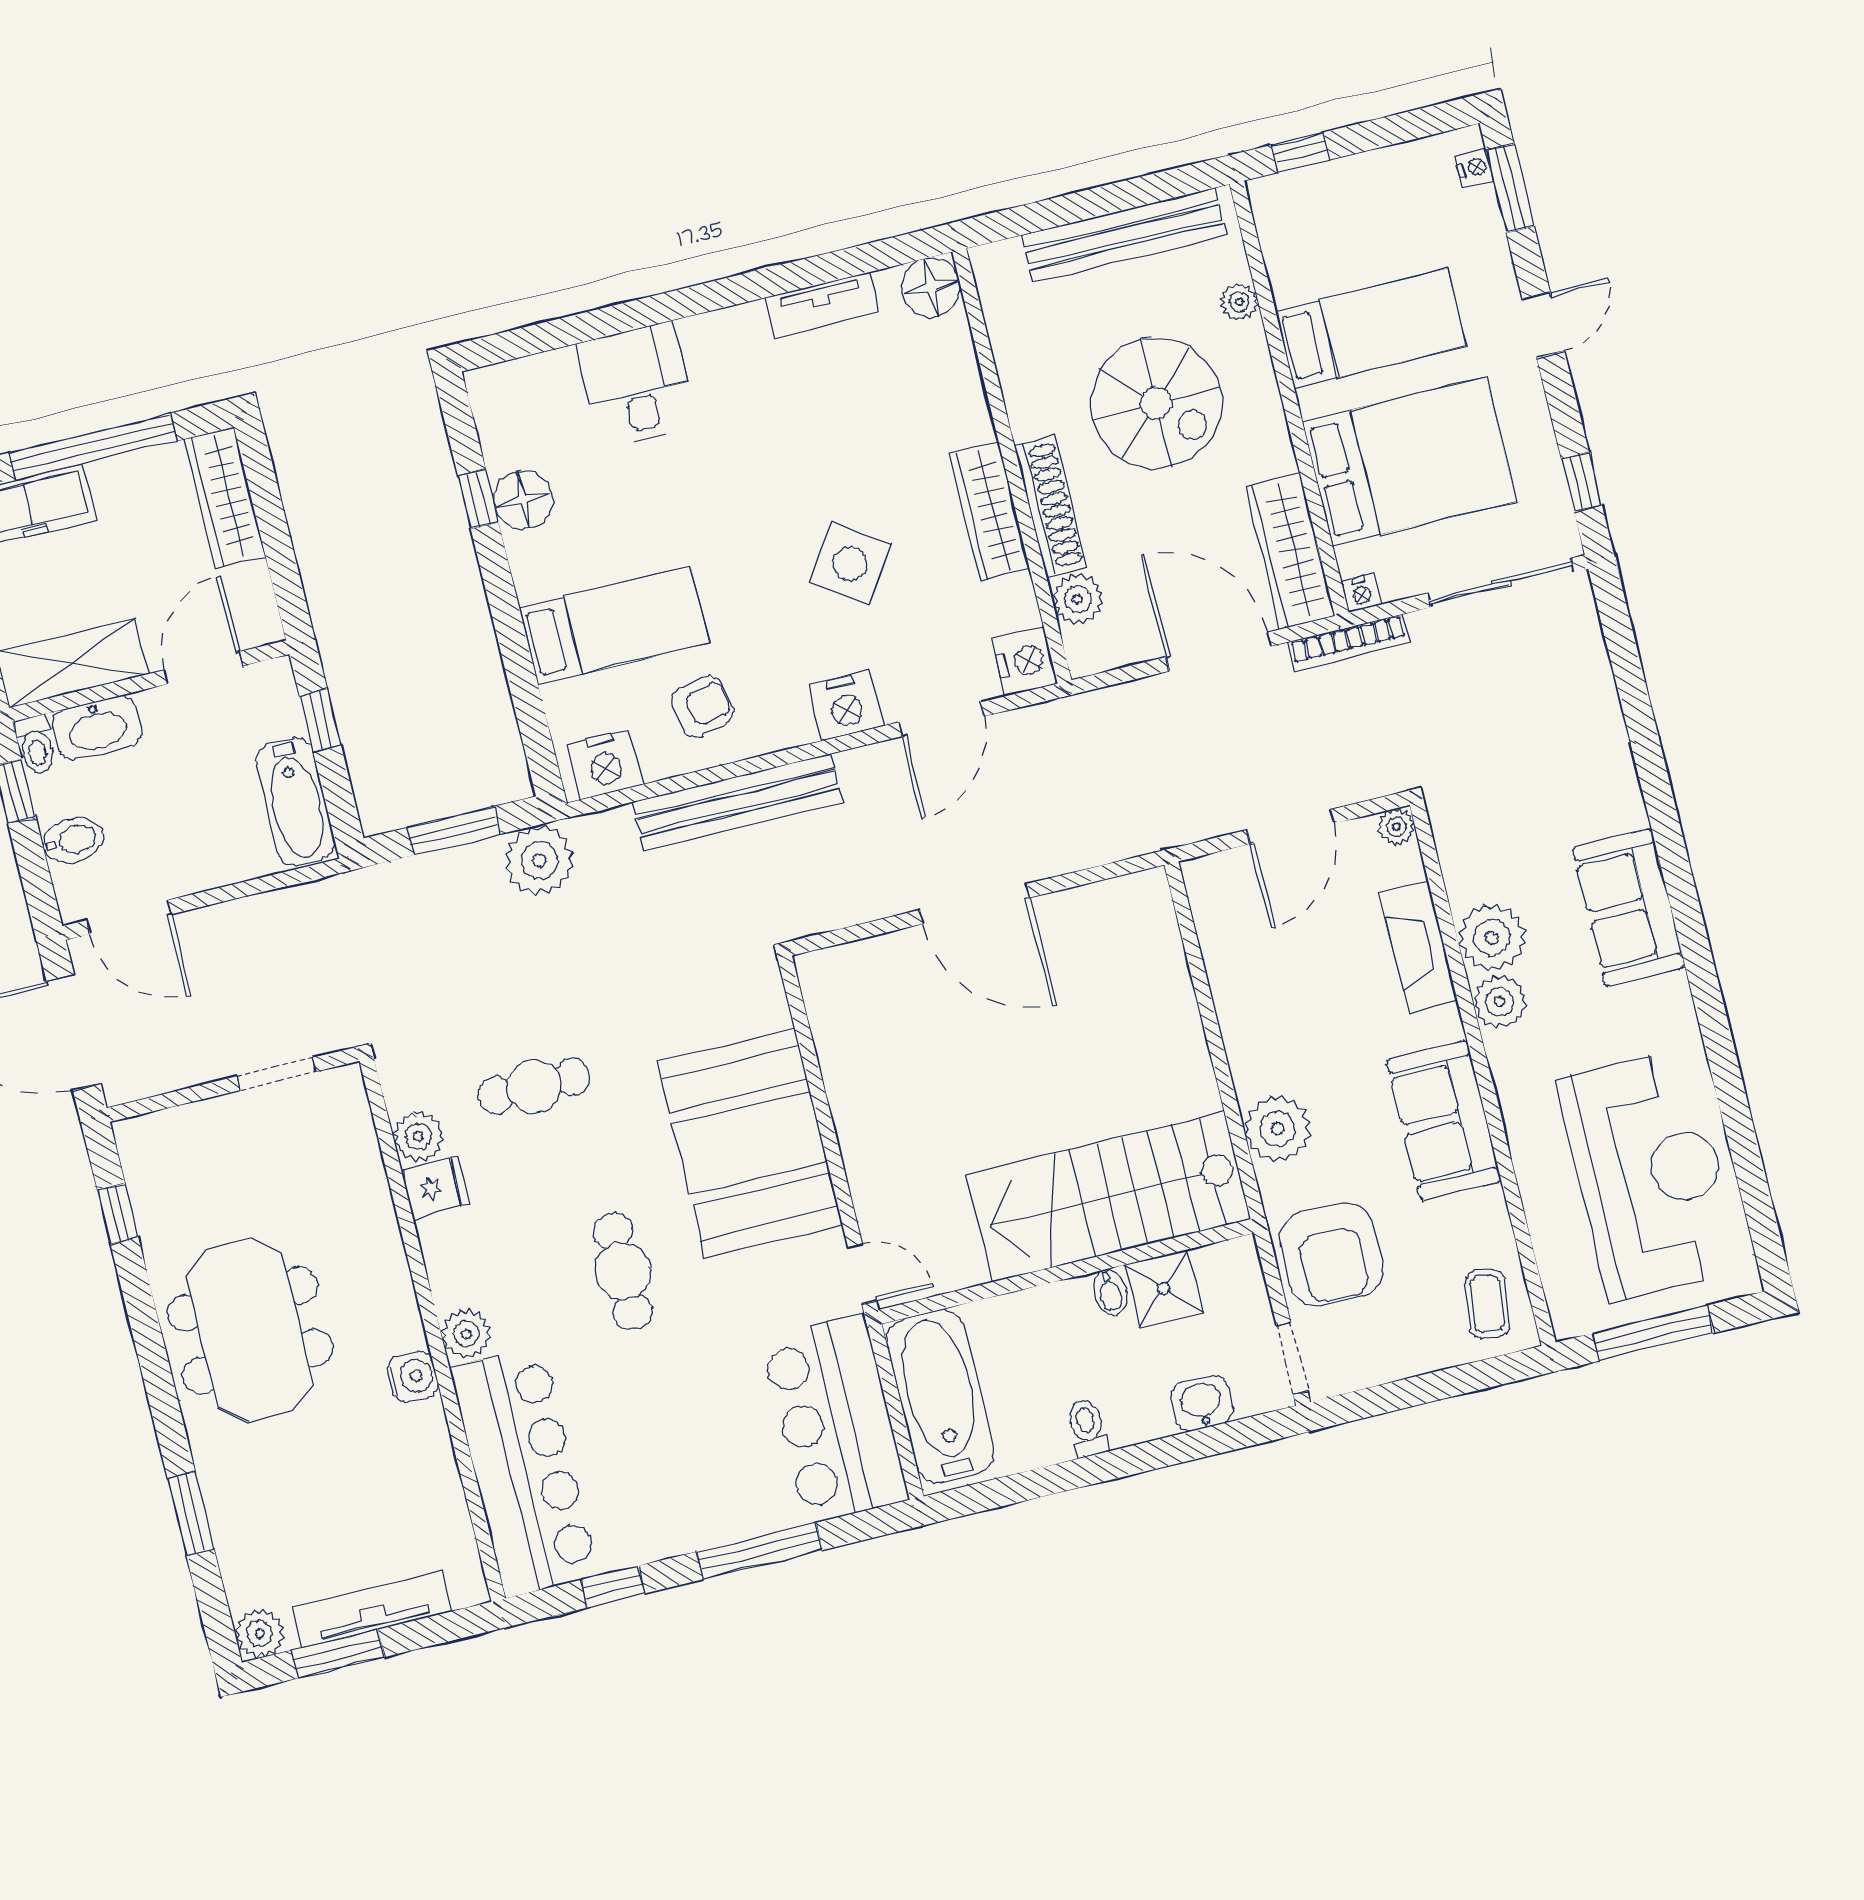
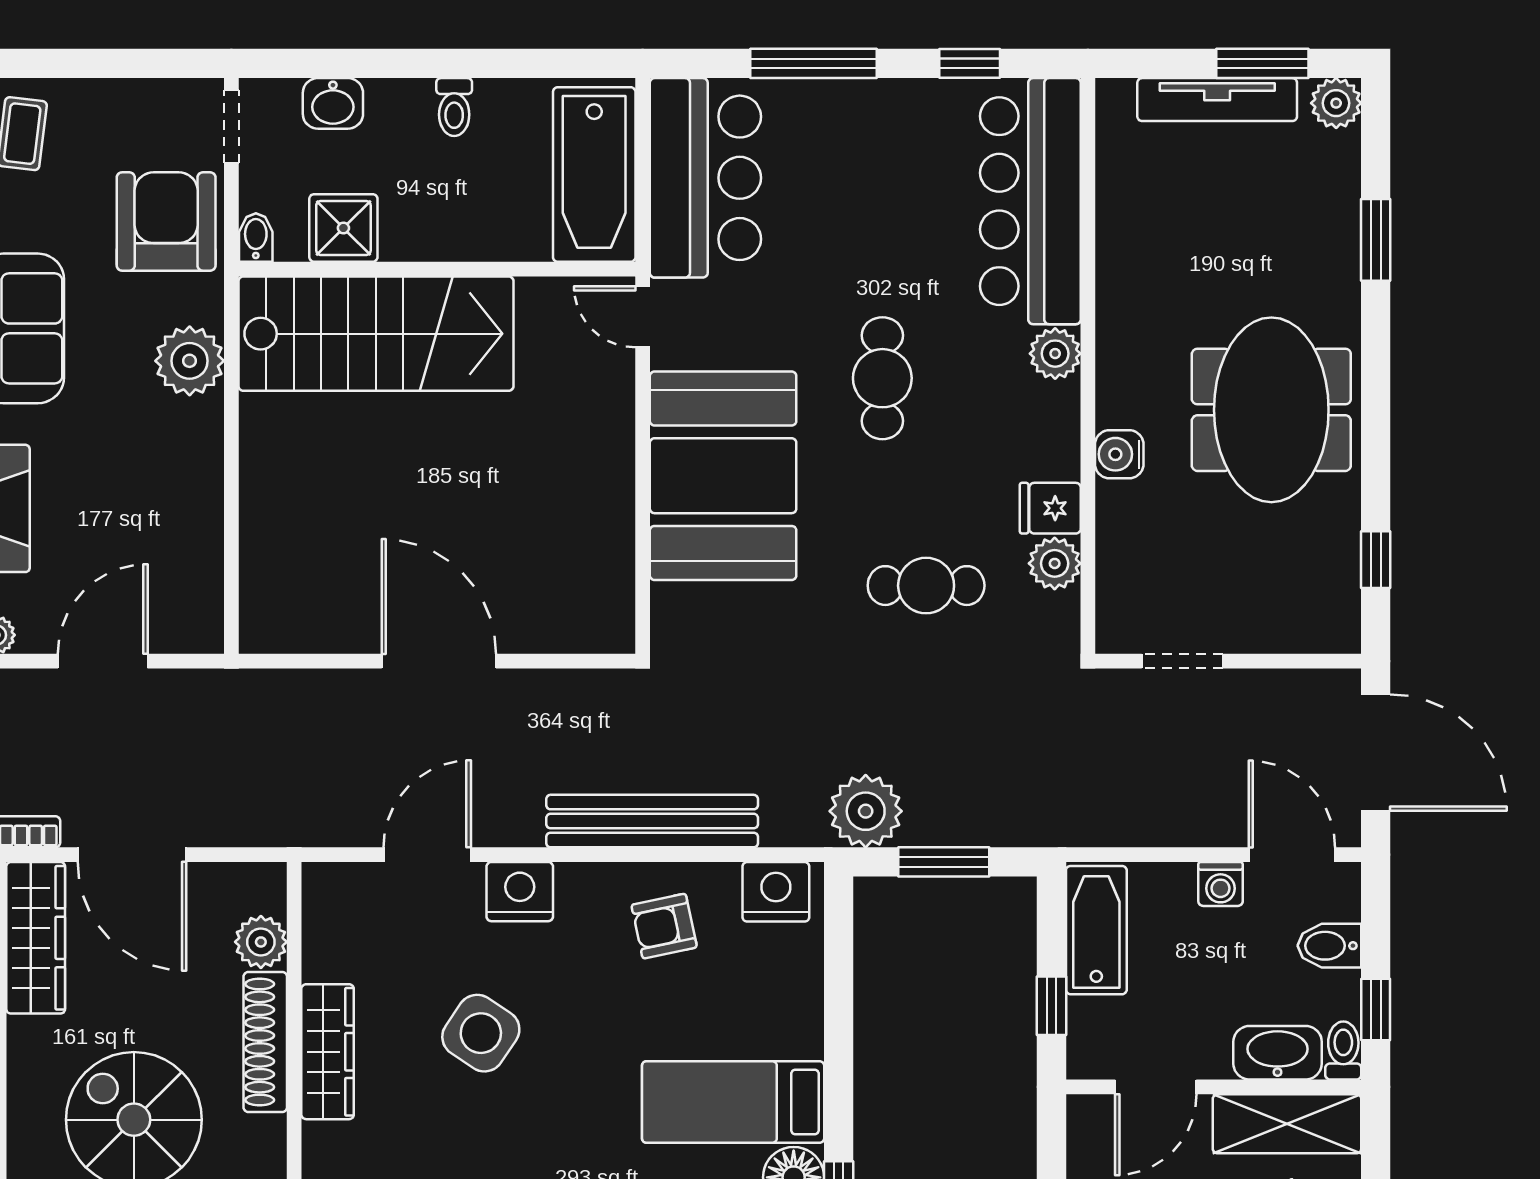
bed: (614, 625) -> (733, 1102), moved
nightstand: (1025, 661) -> (329, 893), removed
washing machine: (189, 873) -> (1221, 884), added
bidet: (1110, 1292) -> (256, 237), moved
water cooler: (413, 1377) -> (1119, 454), moved

